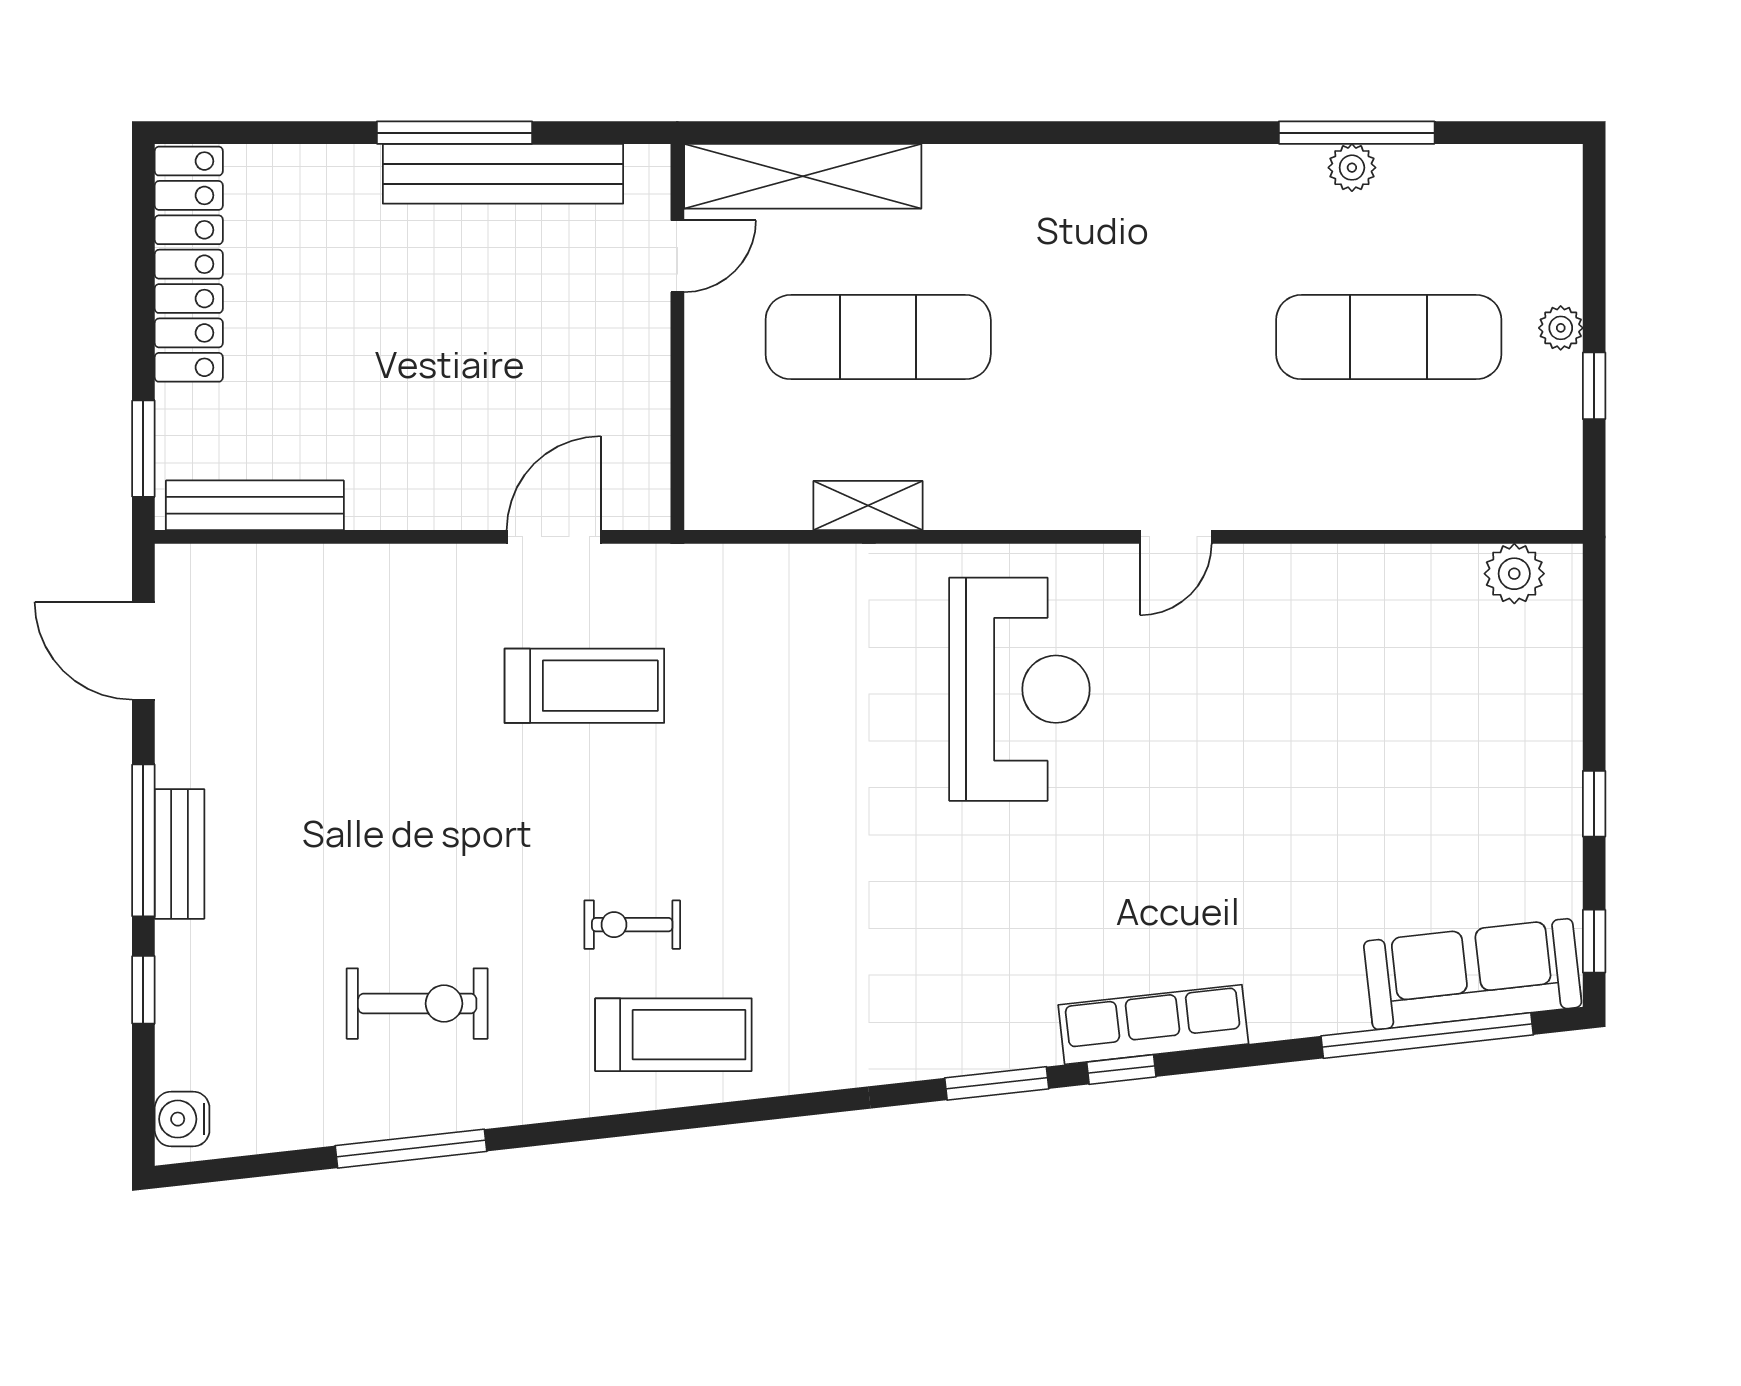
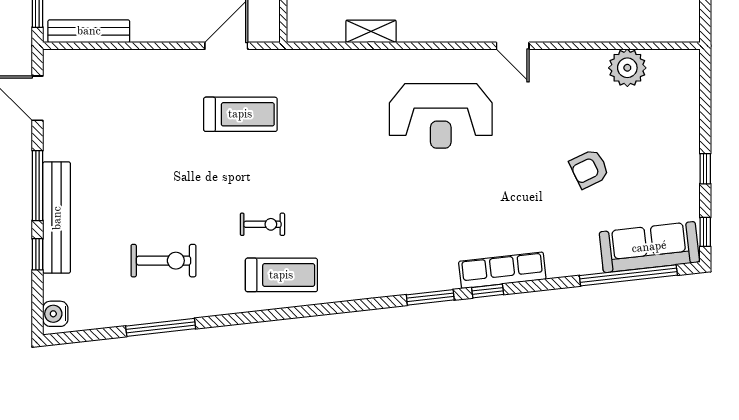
door: (1176, 537) -> (513, 46), hinge flipped
plant: (1514, 574) -> (627, 68), moved, width x1.36, depth x1.36
reception desk: (1019, 689) -> (441, 116), turned 90
armchair: (1342, 804) -> (589, 169), added
bench: (179, 854) -> (57, 218), width x1.86, depth x1.21
exercise bike: (632, 925) -> (262, 224), turned 180

